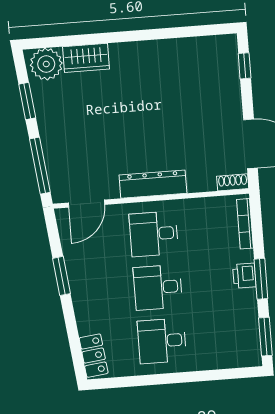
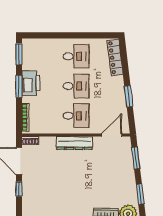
window: (245, 66) -> (19, 189), moved
window: (40, 166) -> (136, 158), width x0.69
printer: (244, 276) -> (31, 83), width x1.87, depth x1.48
locker: (94, 356) -> (115, 57), width x1.53

